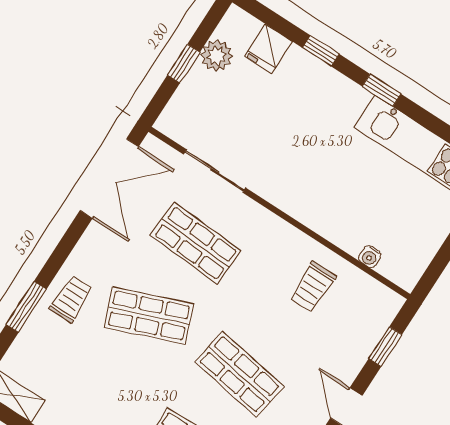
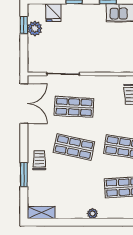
window: (184, 64) -> (24, 25), moved
shop shelf: (149, 316) -> (74, 147), turned 33

